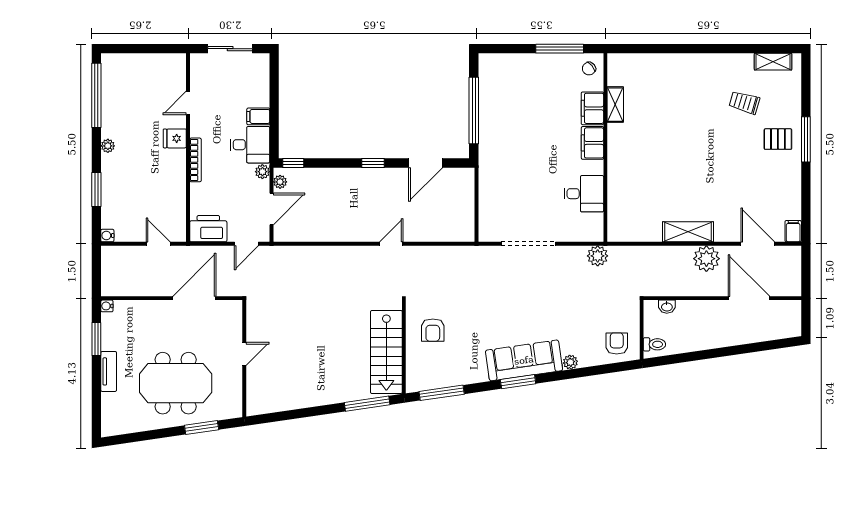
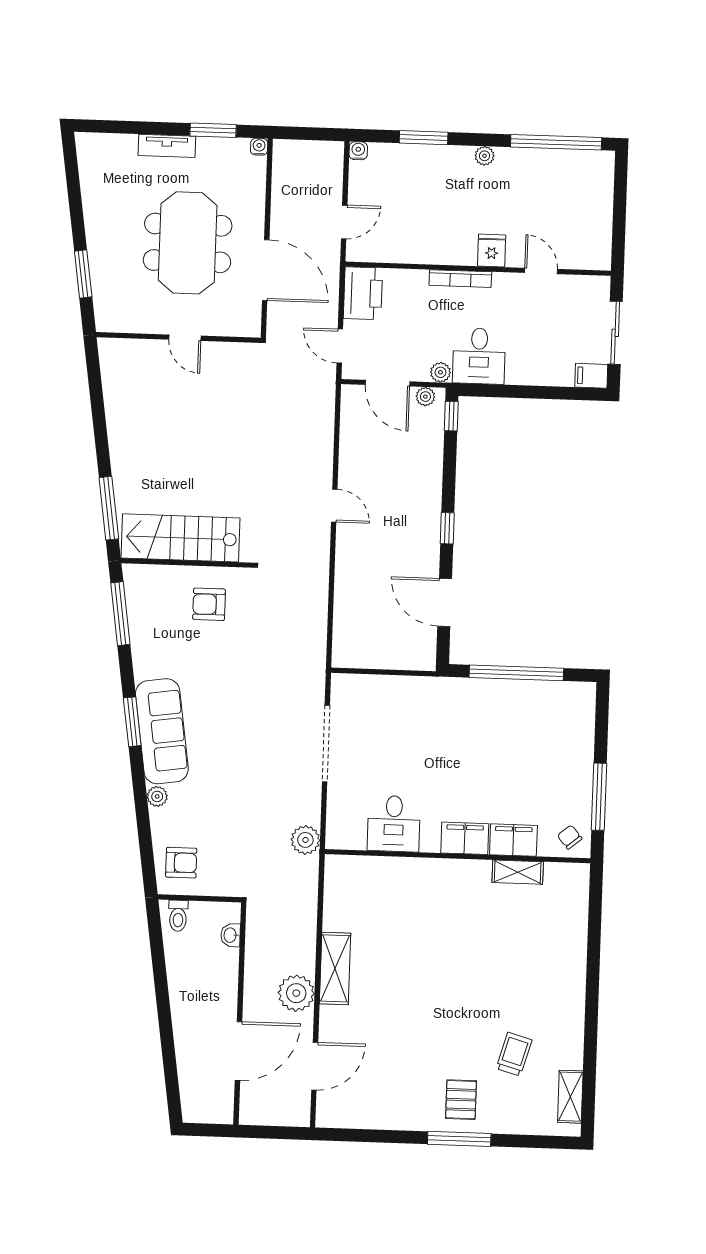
filing cabinet: (258, 116) -> (591, 376), moved, turned -90
filing cabinet: (793, 231) -> (331, 1117), removed
door: (391, 244) -> (334, 506), moved
meeting table: (176, 383) -> (188, 243), moved

